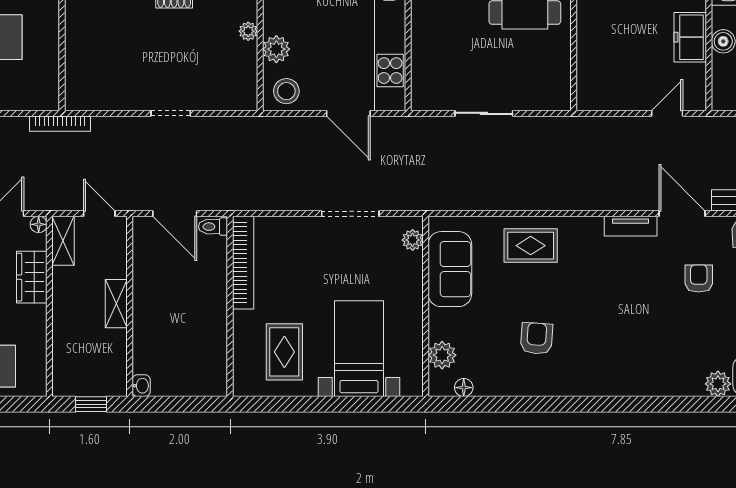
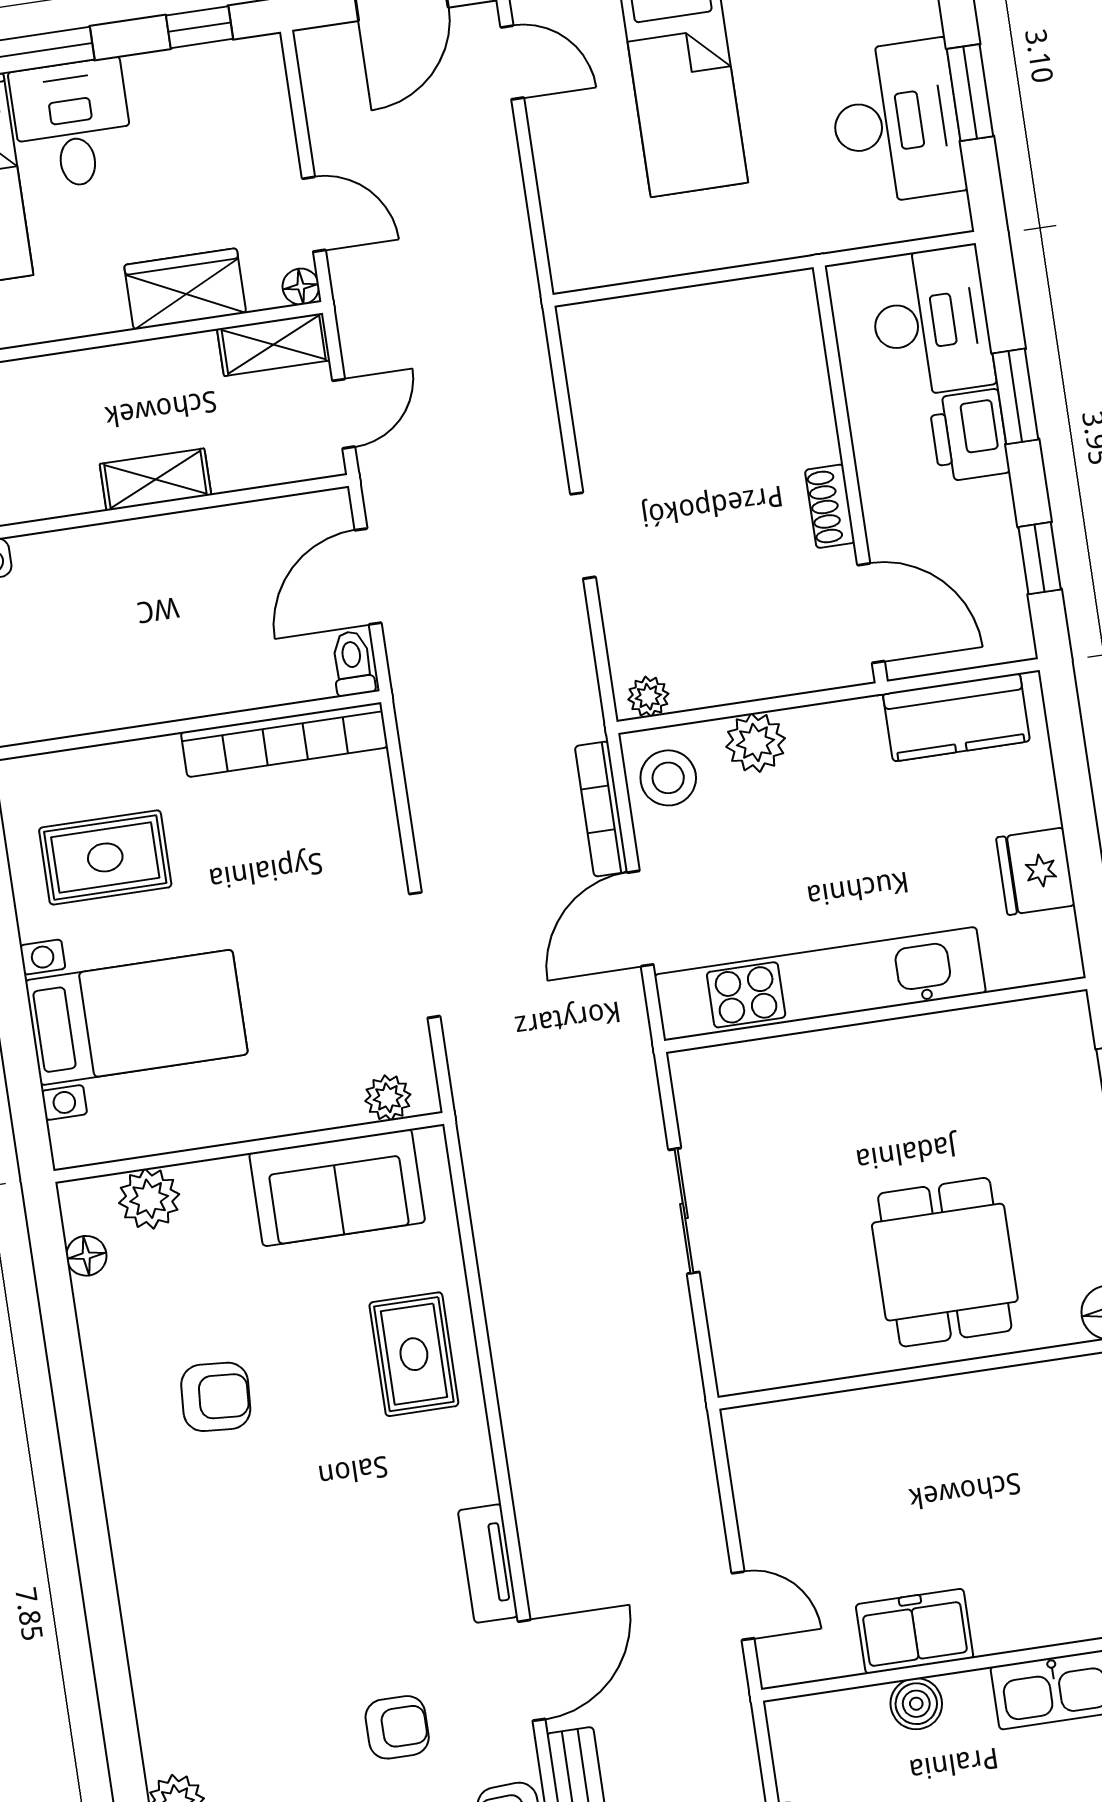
plant: (248, 31) -> (648, 697), moved
bookcase: (60, 124) -> (601, 809), moved

